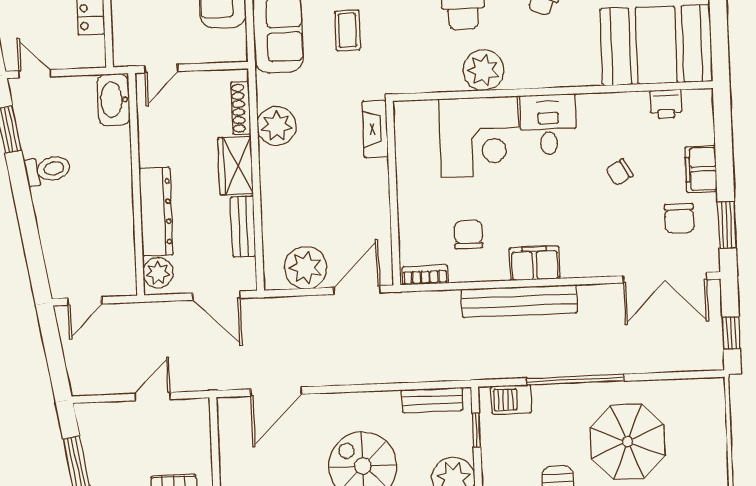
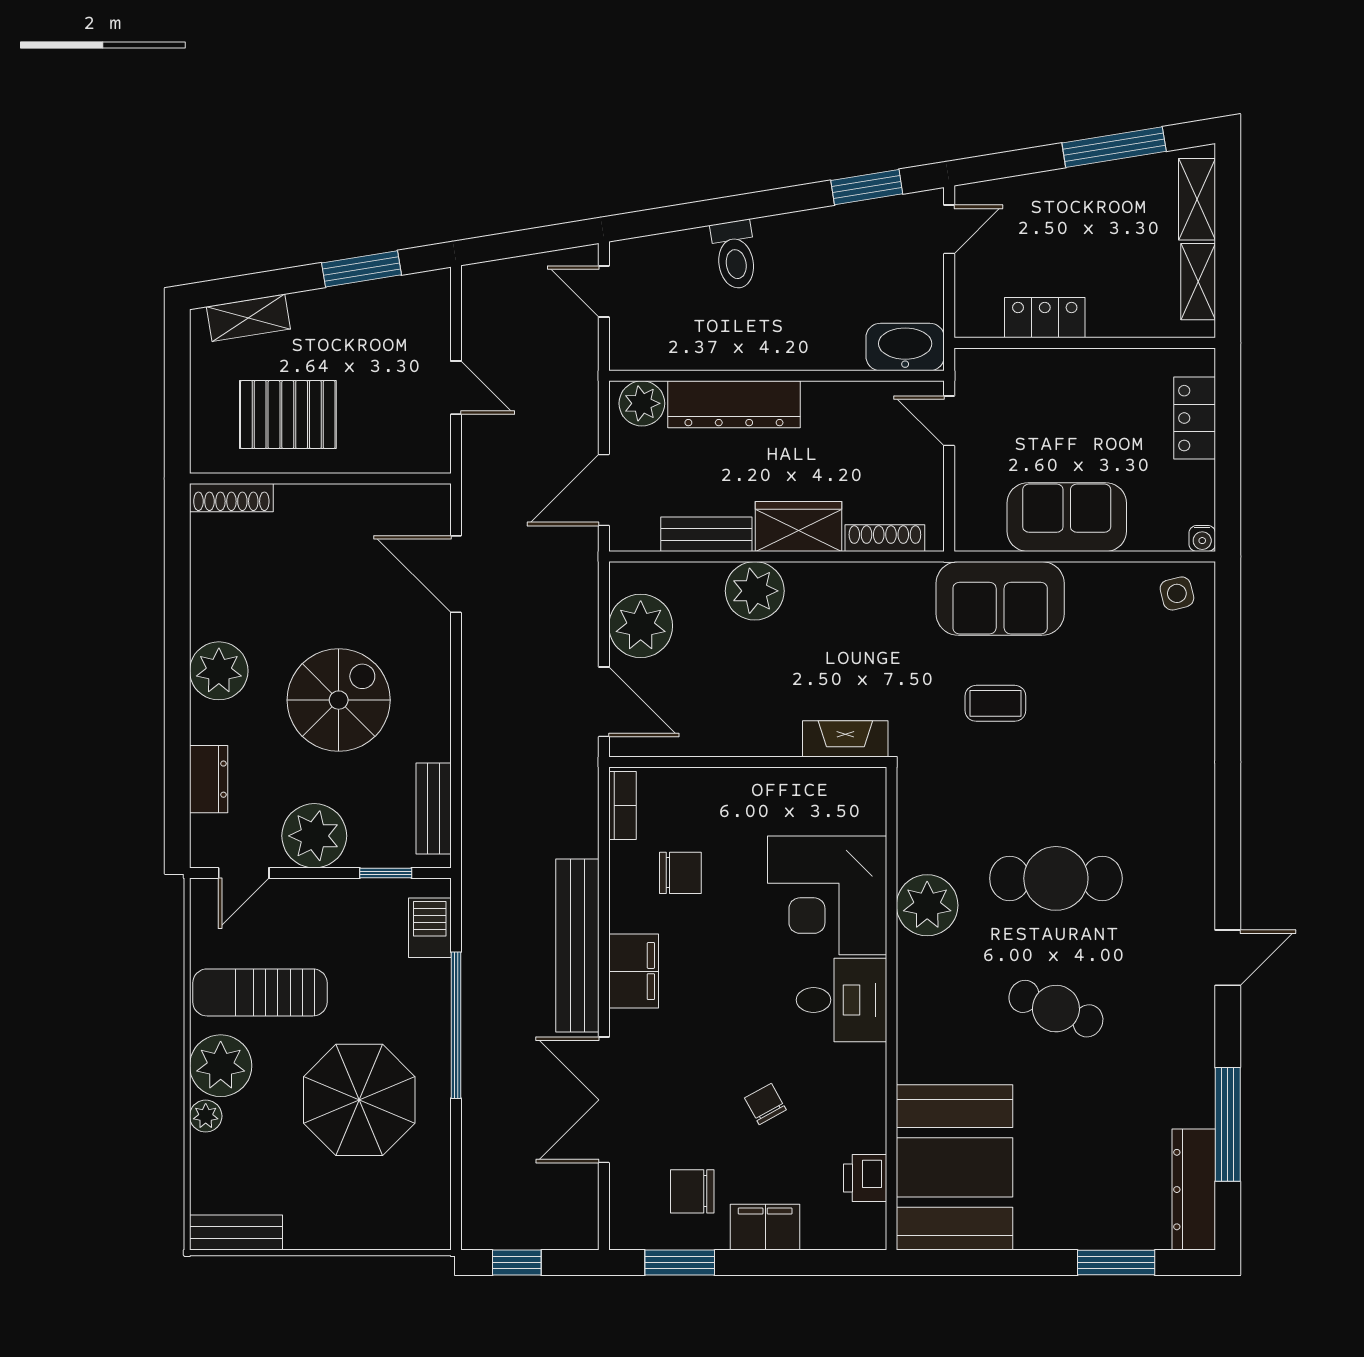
plant: (277, 126) -> (755, 591), moved
toilet: (48, 170) -> (735, 255), moved
double door: (665, 278) -> (604, 1100), moved

